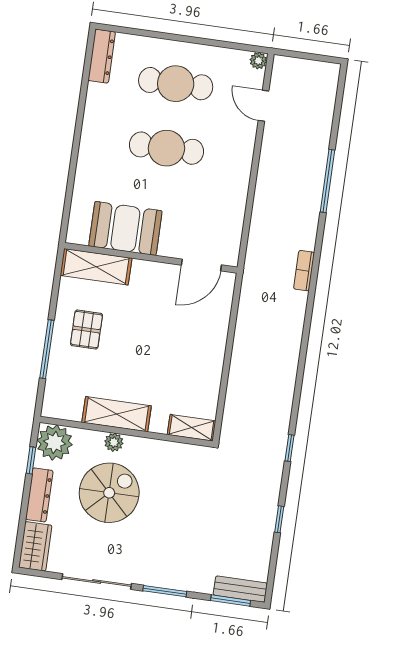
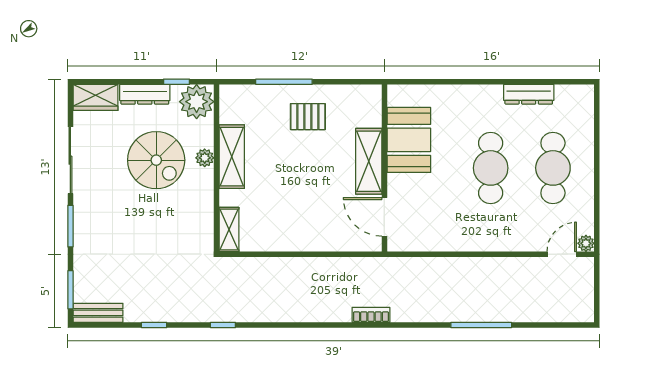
dresser: (102, 56) -> (529, 94), moved
door: (264, 106) -> (562, 254), moved
shelving: (96, 267) -> (369, 161), moved
bookcase: (304, 271) -> (371, 315), moved
bench: (240, 589) -> (98, 313), moved, turned 90

